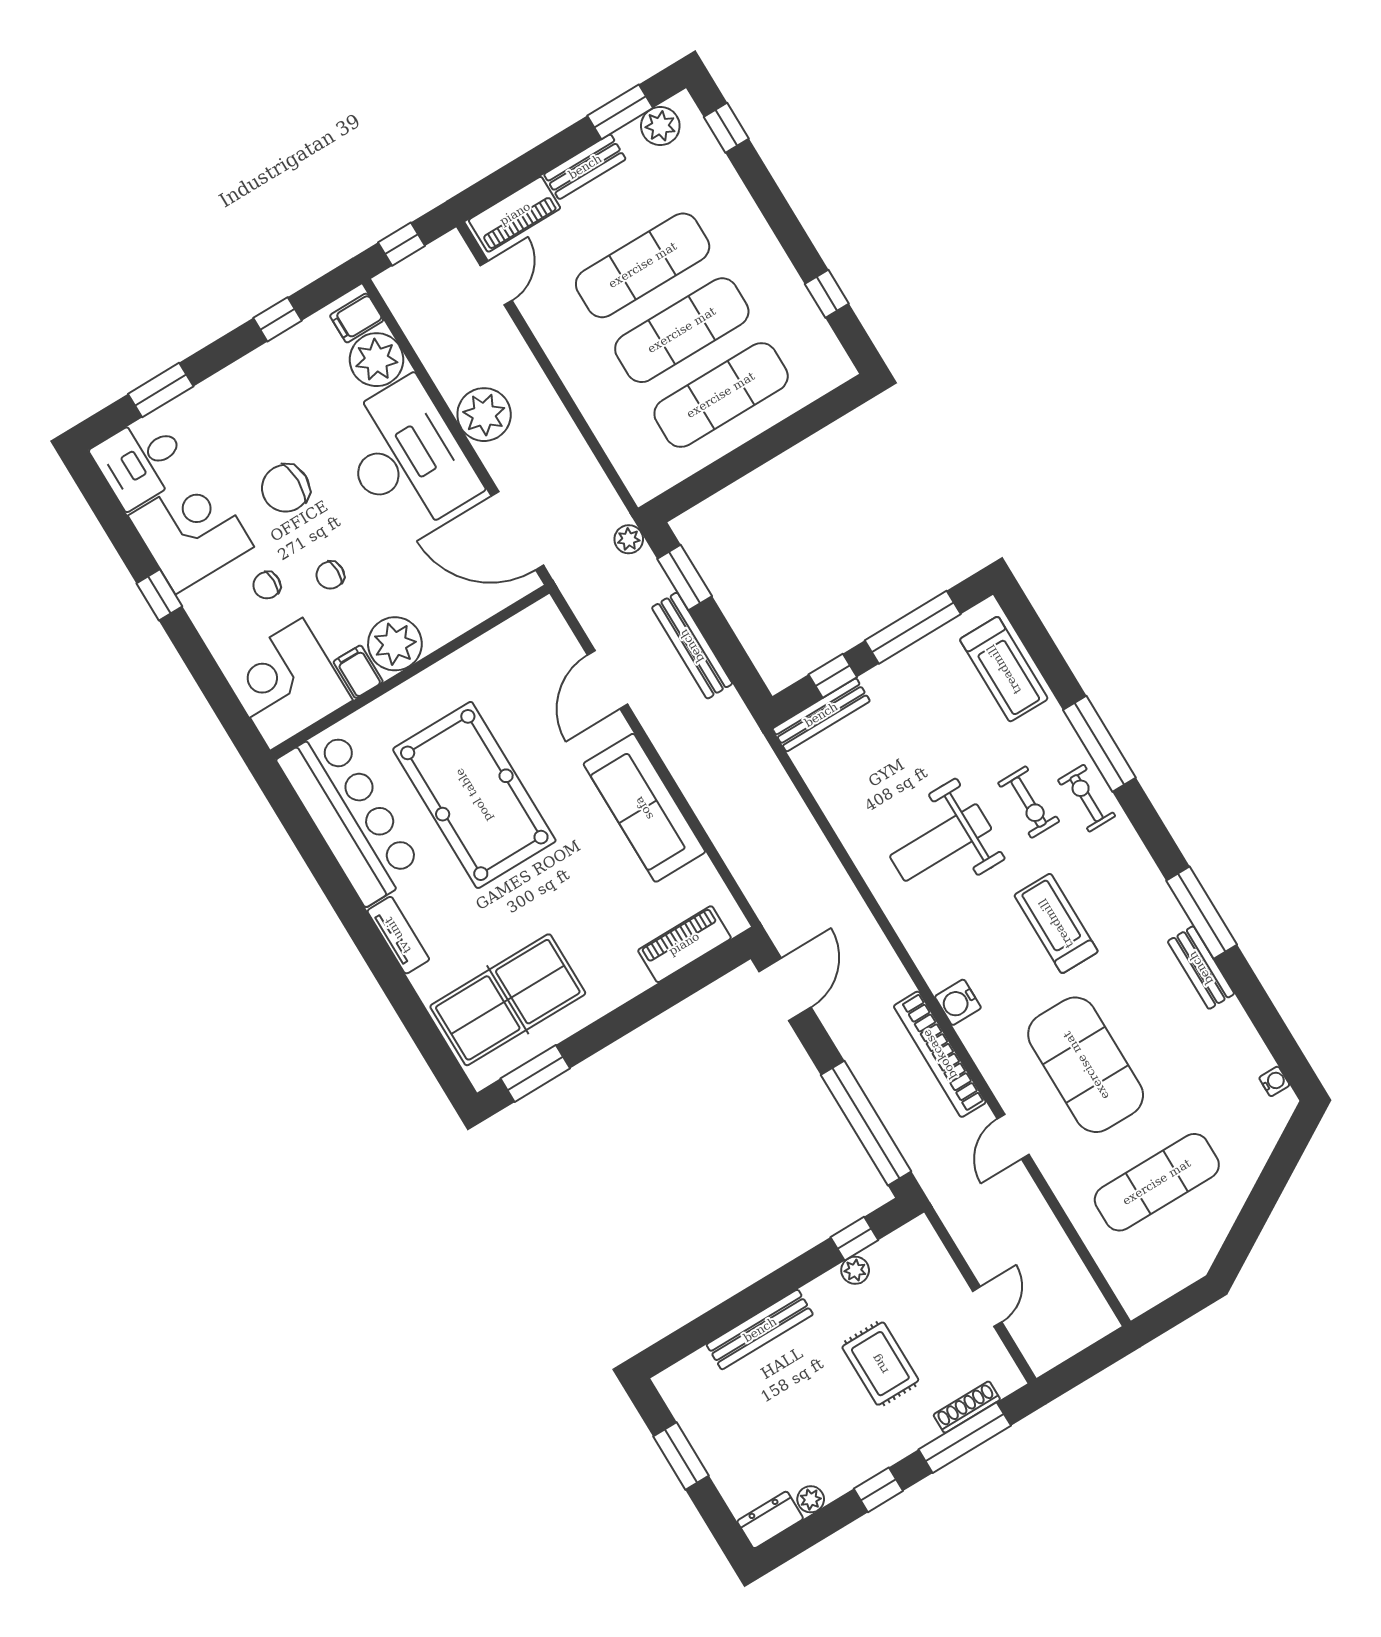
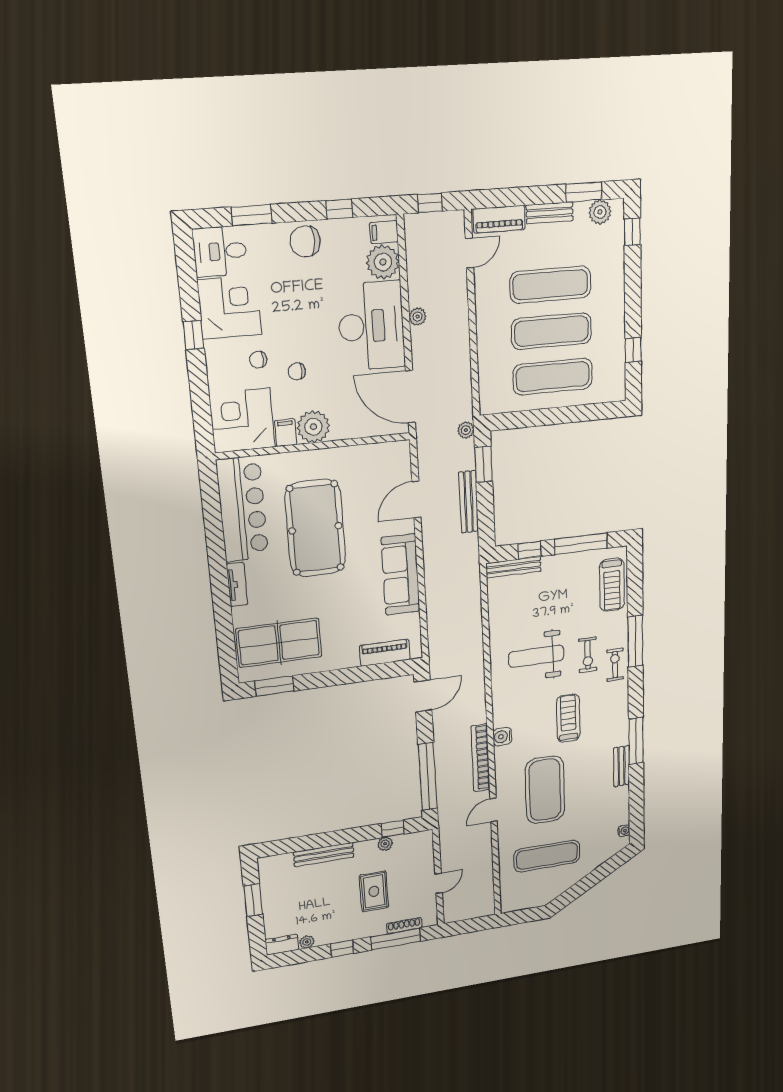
plant: (484, 415) -> (418, 317), width x0.53, depth x0.53
chair: (286, 488) -> (305, 241), moved

